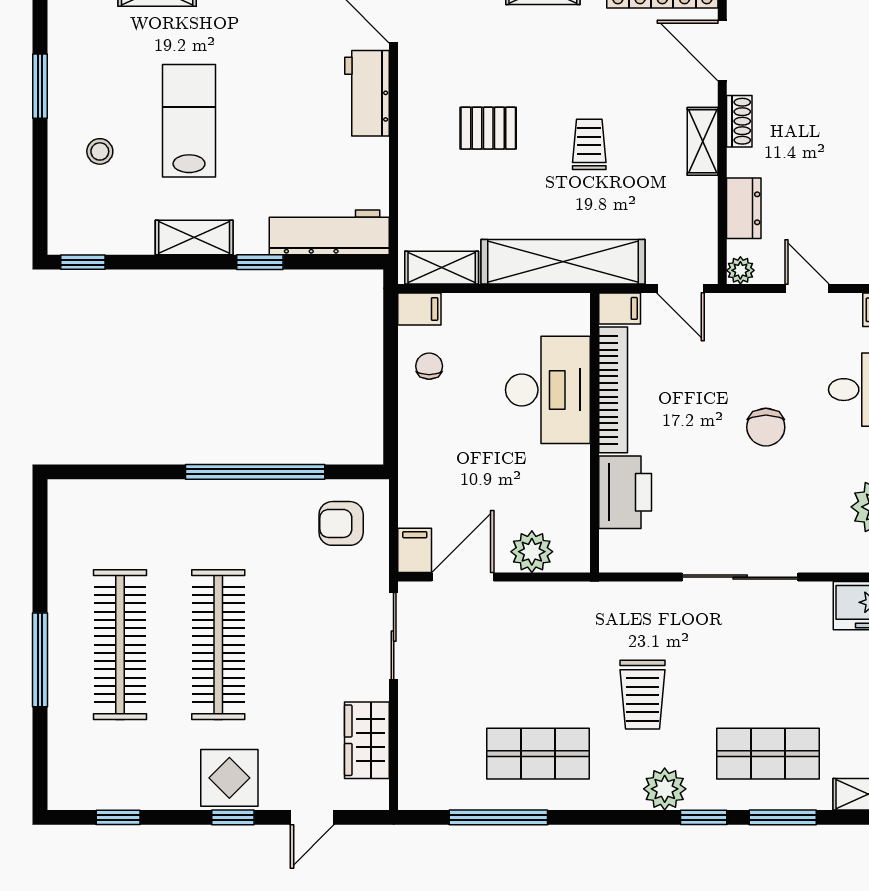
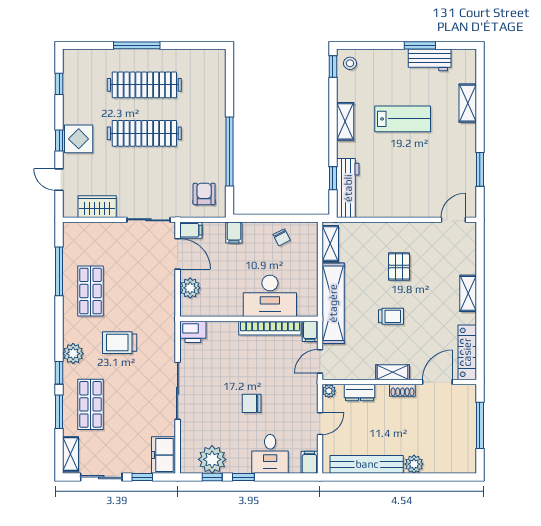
workbench: (367, 93) -> (430, 60), moved, turned 180
stool: (100, 151) -> (350, 63), moved
window: (260, 262) -> (333, 178), moved
filing cabinet: (419, 309) -> (234, 233), moved
chair: (429, 366) -> (282, 237), turned 63
printer: (625, 492) -> (193, 332), moved, width x0.73, depth x0.84

